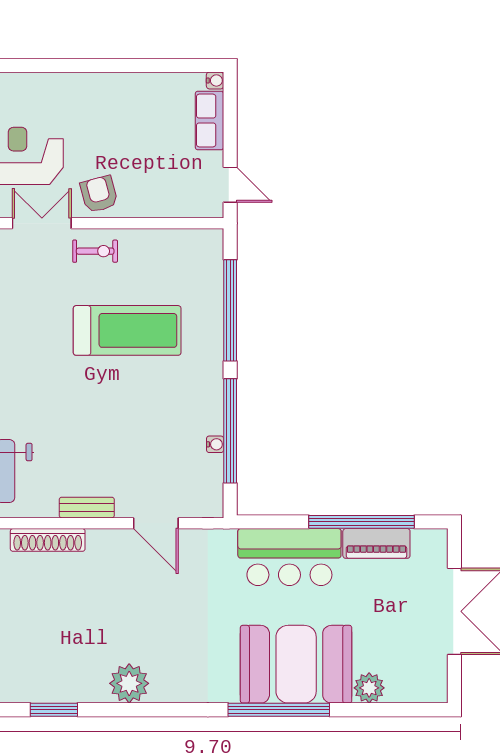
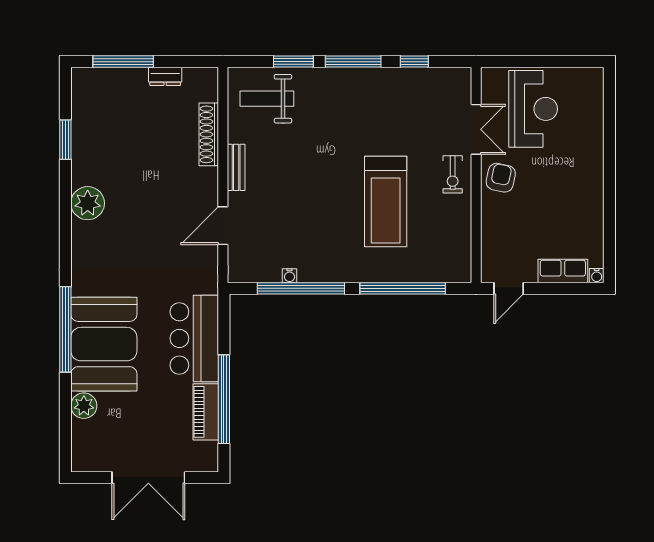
armchair: (99, 194) -> (501, 178), turned -63

